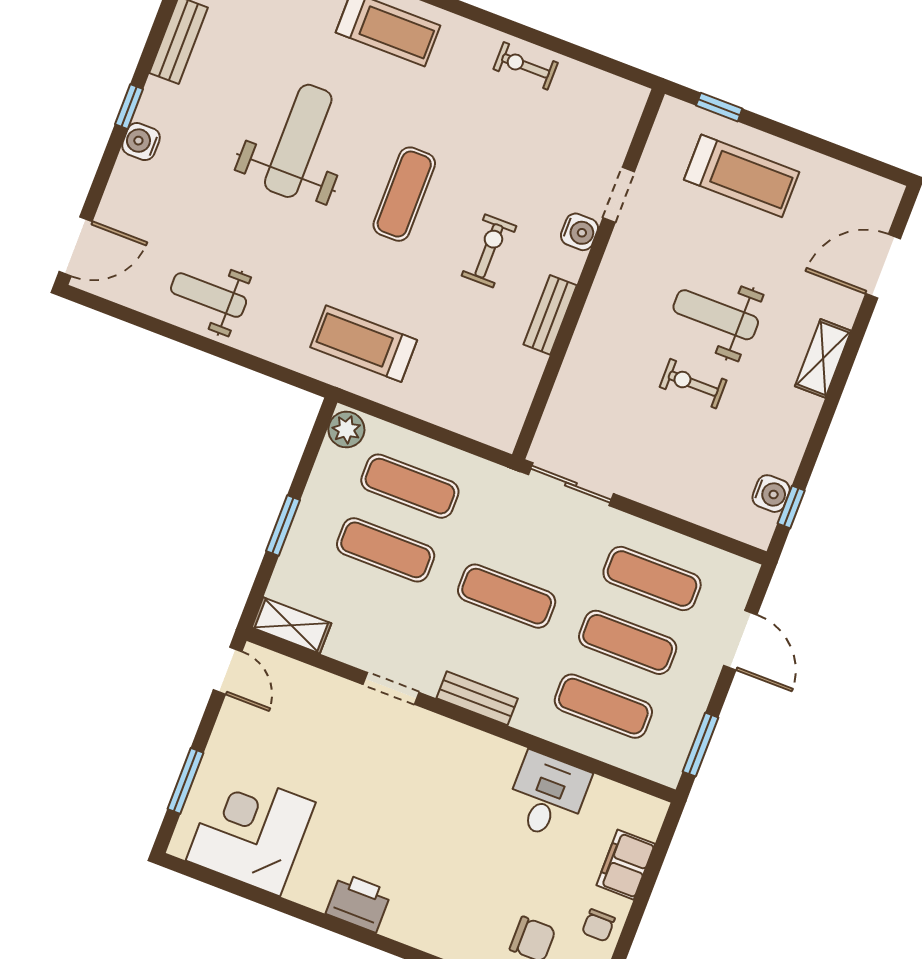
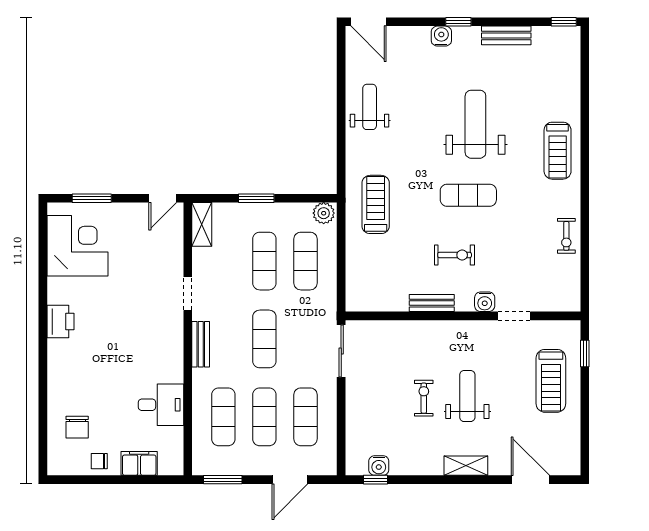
exercise bike: (526, 66) -> (566, 236), turned 180
weight bench: (298, 141) -> (475, 124), turned -90

